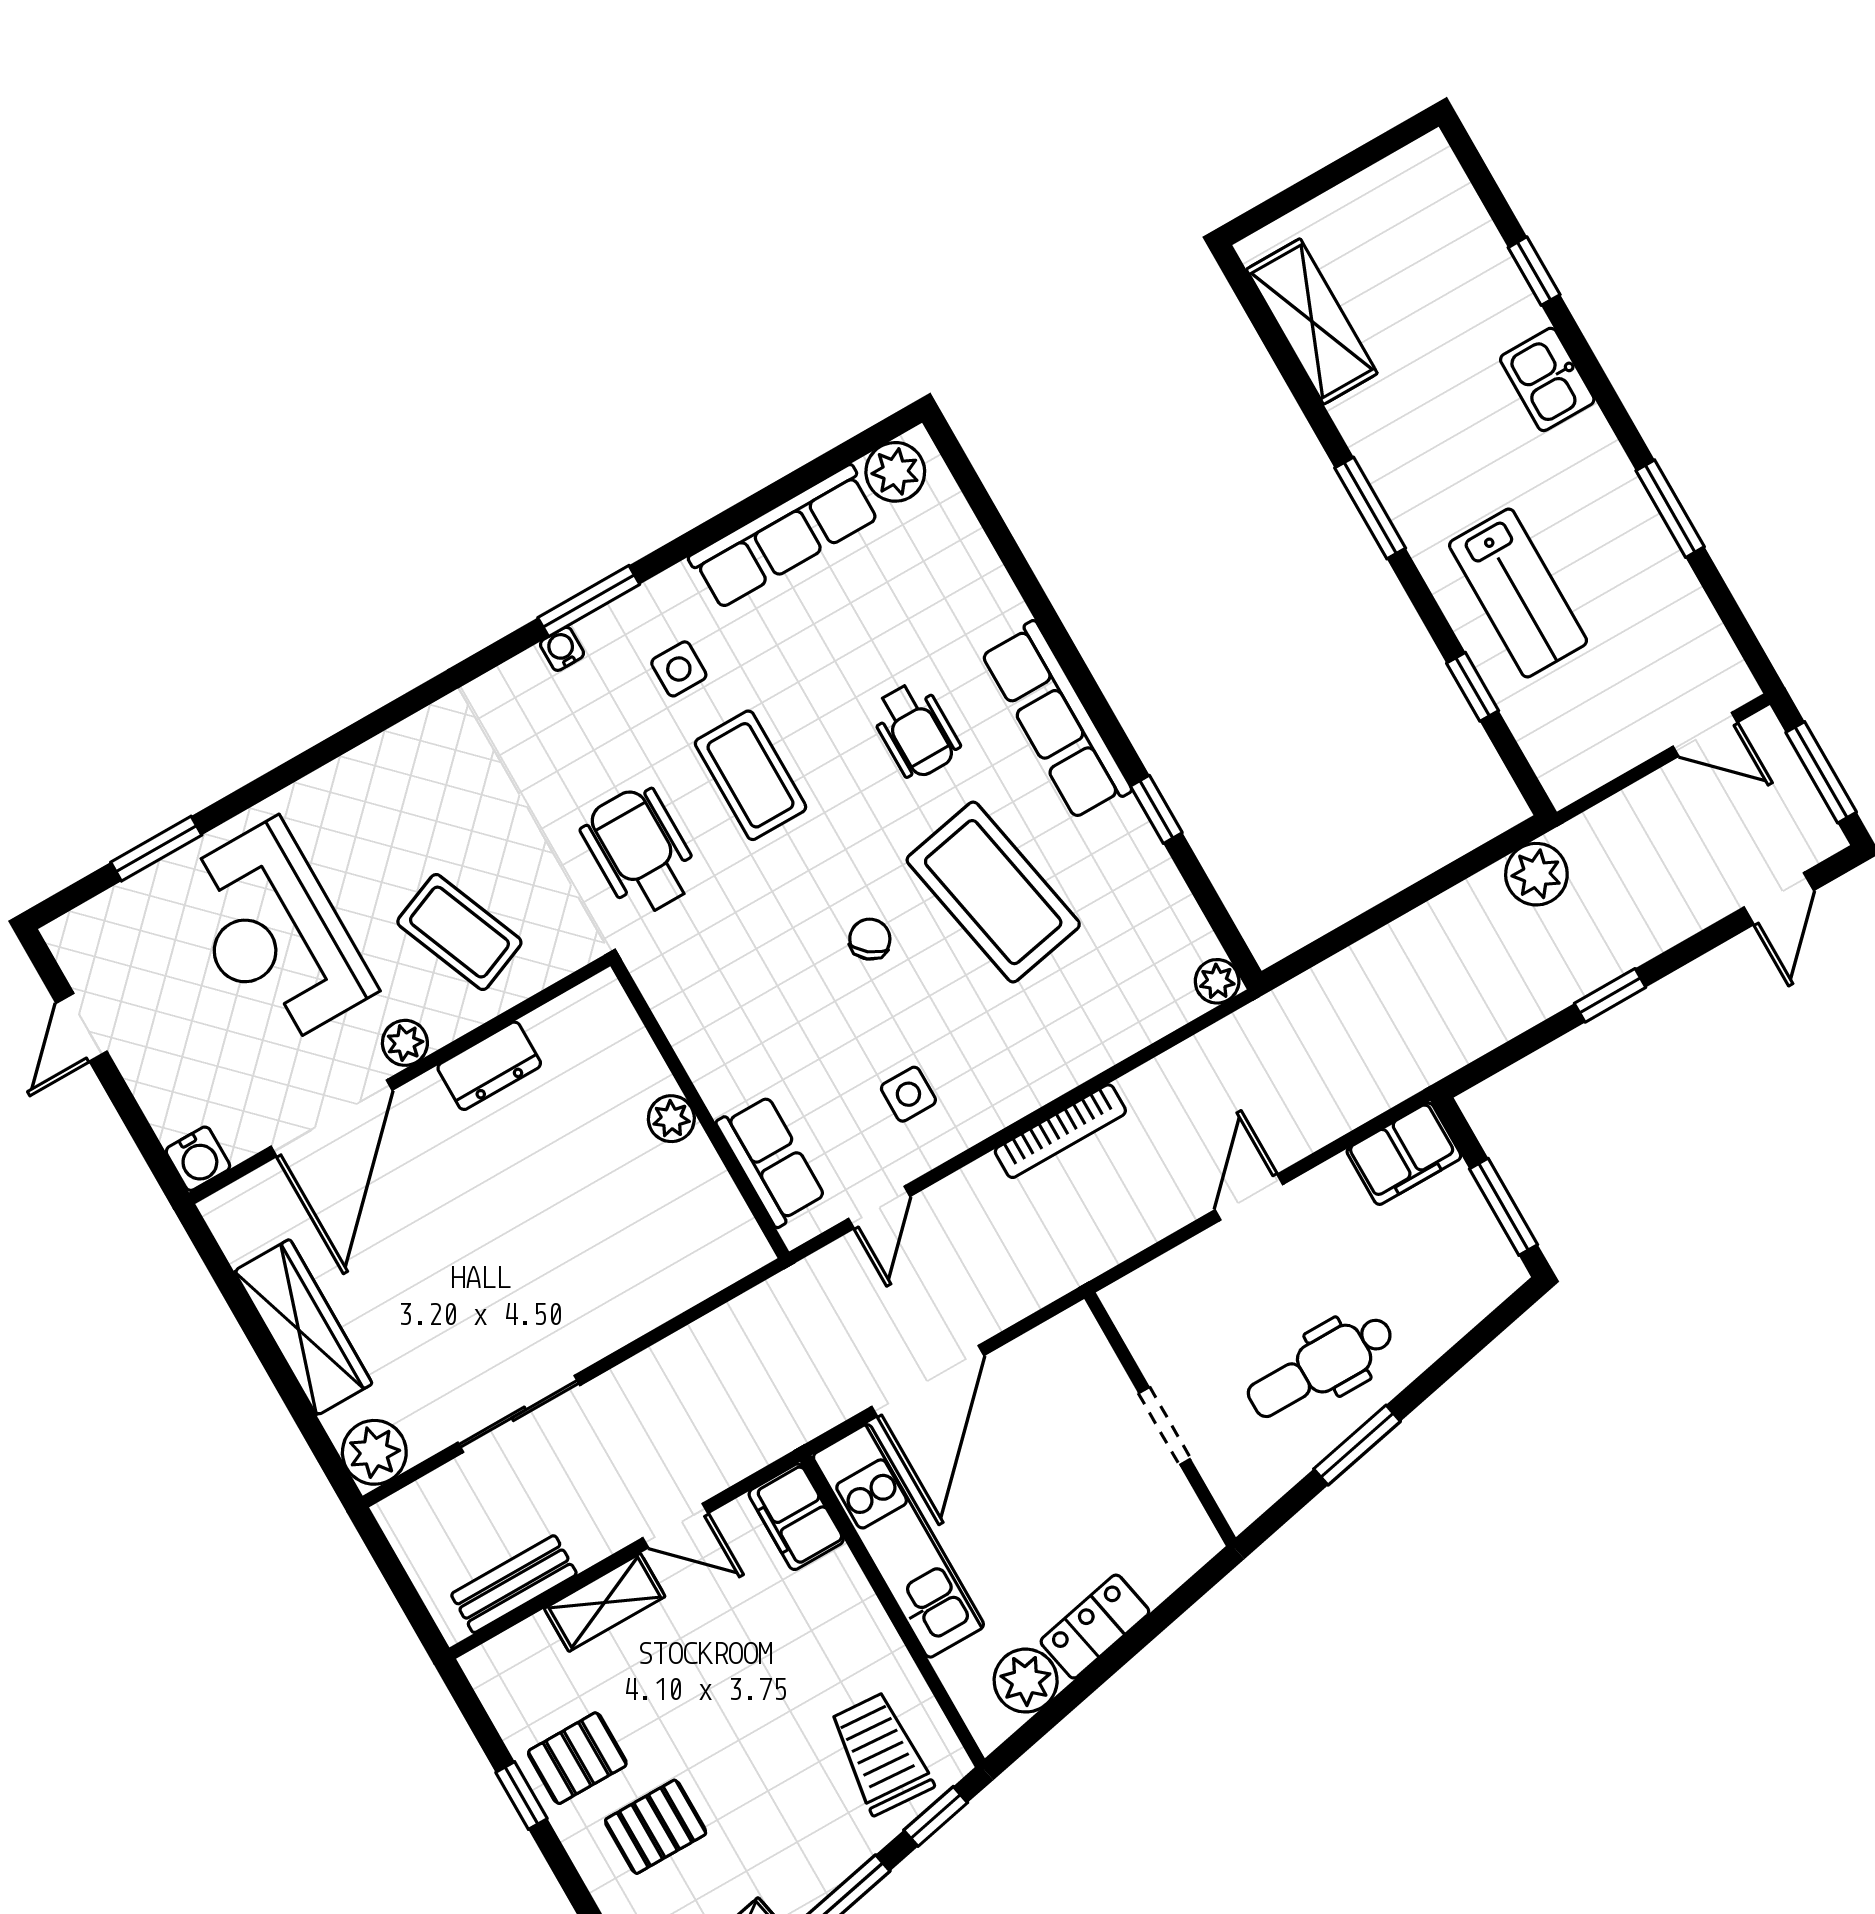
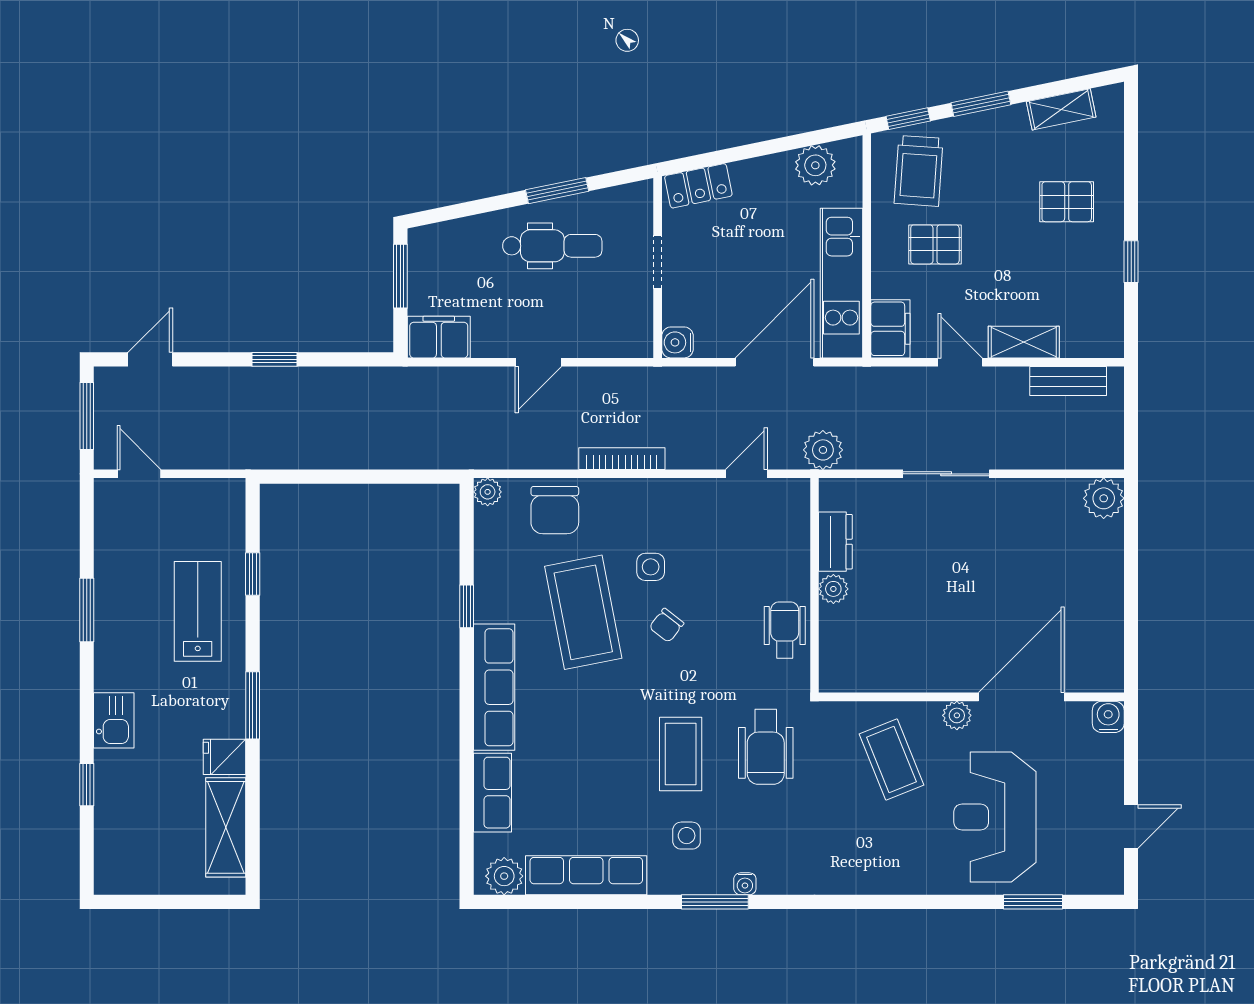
fridge: (1368, 416) -> (224, 757), added
wheelchair: (915, 730) -> (785, 630), moved
plant: (1536, 874) -> (823, 450), moved
reception desk: (274, 934) -> (995, 817), turned 180
chair: (1111, 1009) -> (555, 510), added
dresser: (489, 1066) -> (835, 542), moved, turned 90
side table: (908, 1094) -> (651, 567), moved
row of seats: (771, 1161) -> (492, 793), moved, turned 180
wardrobe: (303, 1327) -> (1103, 590), removed
water cooler: (1075, 1332) -> (677, 342), added
sliding door: (519, 1414) -> (946, 474), moved
locker: (1095, 1627) -> (698, 186), moved
pallet: (577, 1758) -> (935, 244), moved

